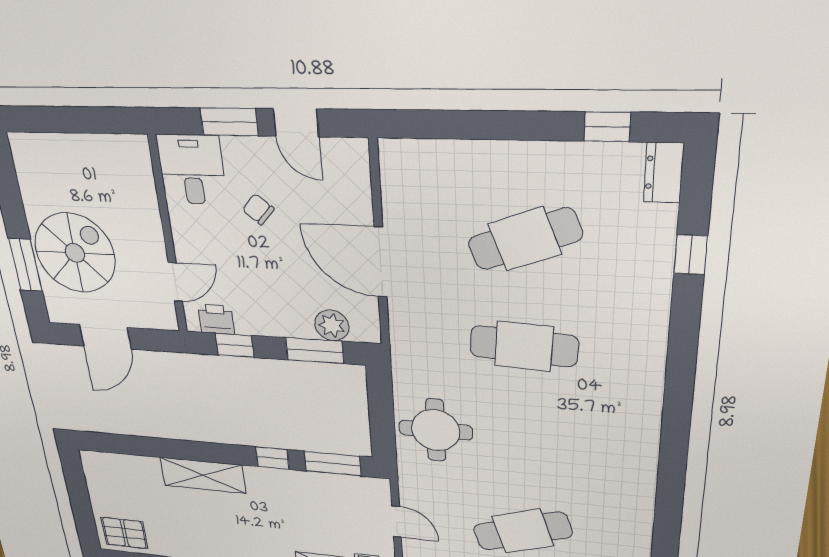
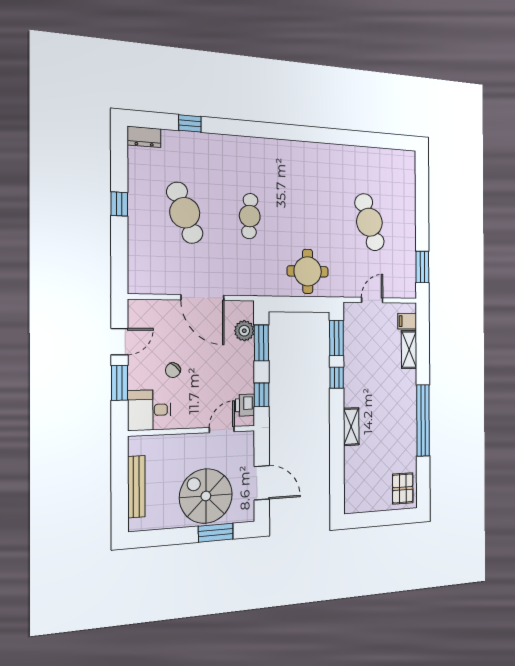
window: (607, 127) -> (119, 204), moved
bench: (74, 146) -> (136, 487), added
door: (380, 262) -> (203, 298), hinge flipped
door: (175, 282) -> (222, 430), hinge flipped
cafe table: (524, 346) -> (250, 216), width x0.73, depth x0.74
shelving: (203, 475) -> (351, 427), width x0.67, depth x0.75

